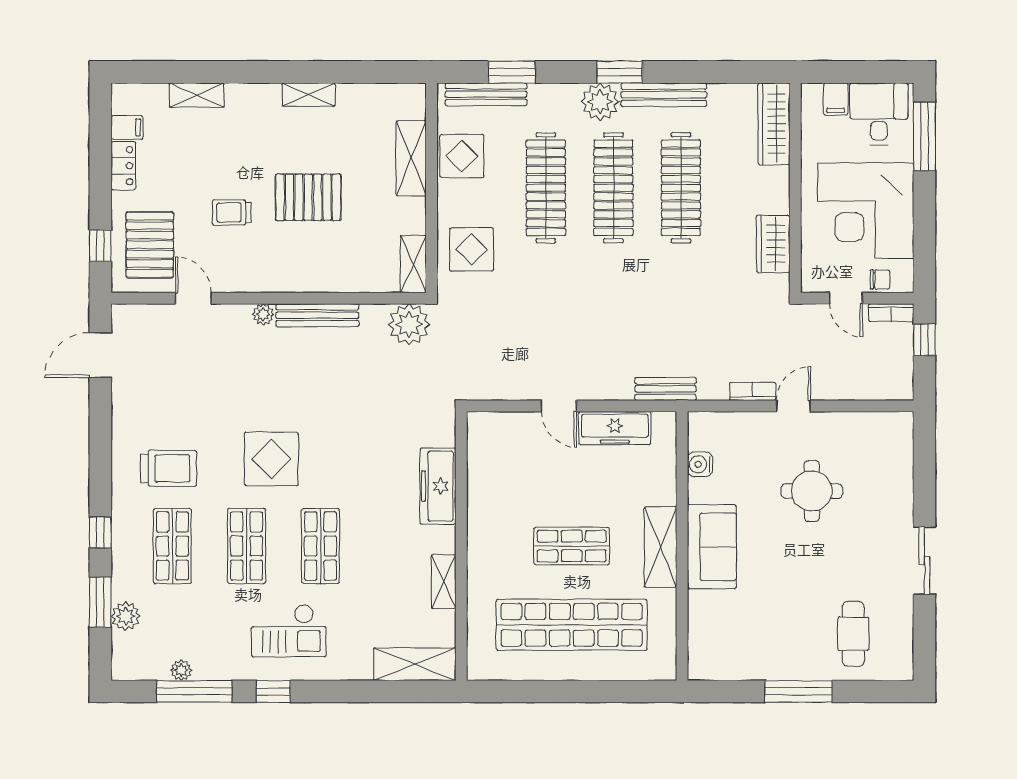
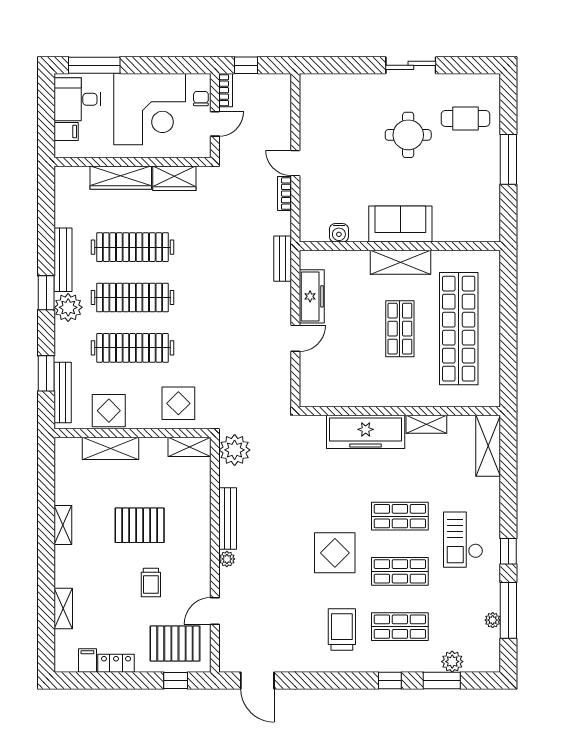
wardrobe: (774, 124) -> (121, 178), moved
pallet: (308, 197) -> (140, 525), turned 90
freezer: (438, 486) -> (366, 432), width x1.36, depth x1.26
round table: (812, 491) -> (408, 135), moved
checkout: (289, 631) -> (463, 540), turned 180

